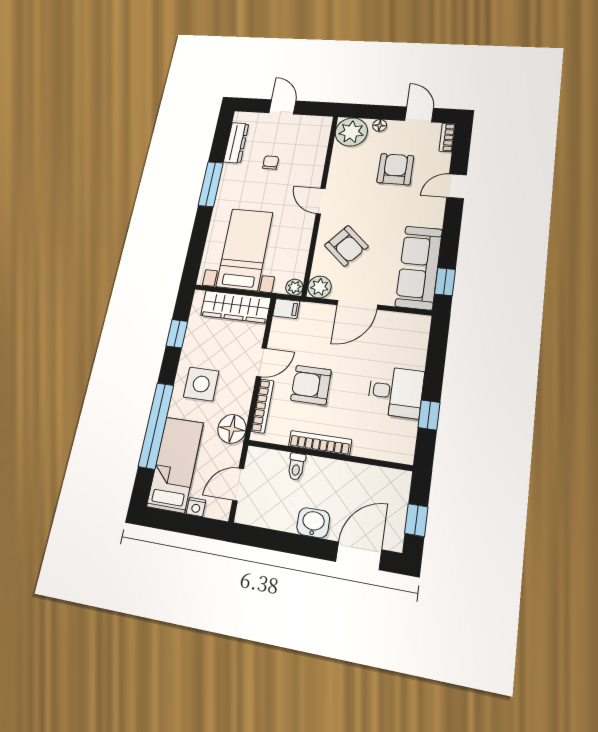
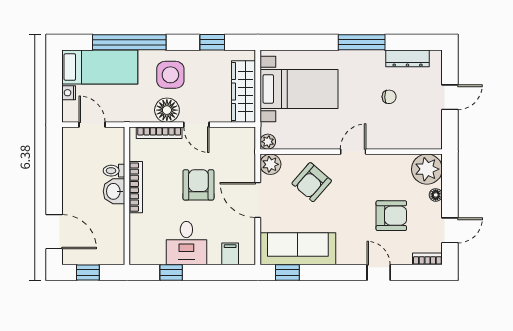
filing cabinet: (286, 308) -> (230, 254), moved, turned 180
armchair: (311, 385) -> (198, 185), moved
floor lamp: (232, 429) -> (167, 110), moved
washbasin: (313, 523) -> (114, 191), moved, turned 180

